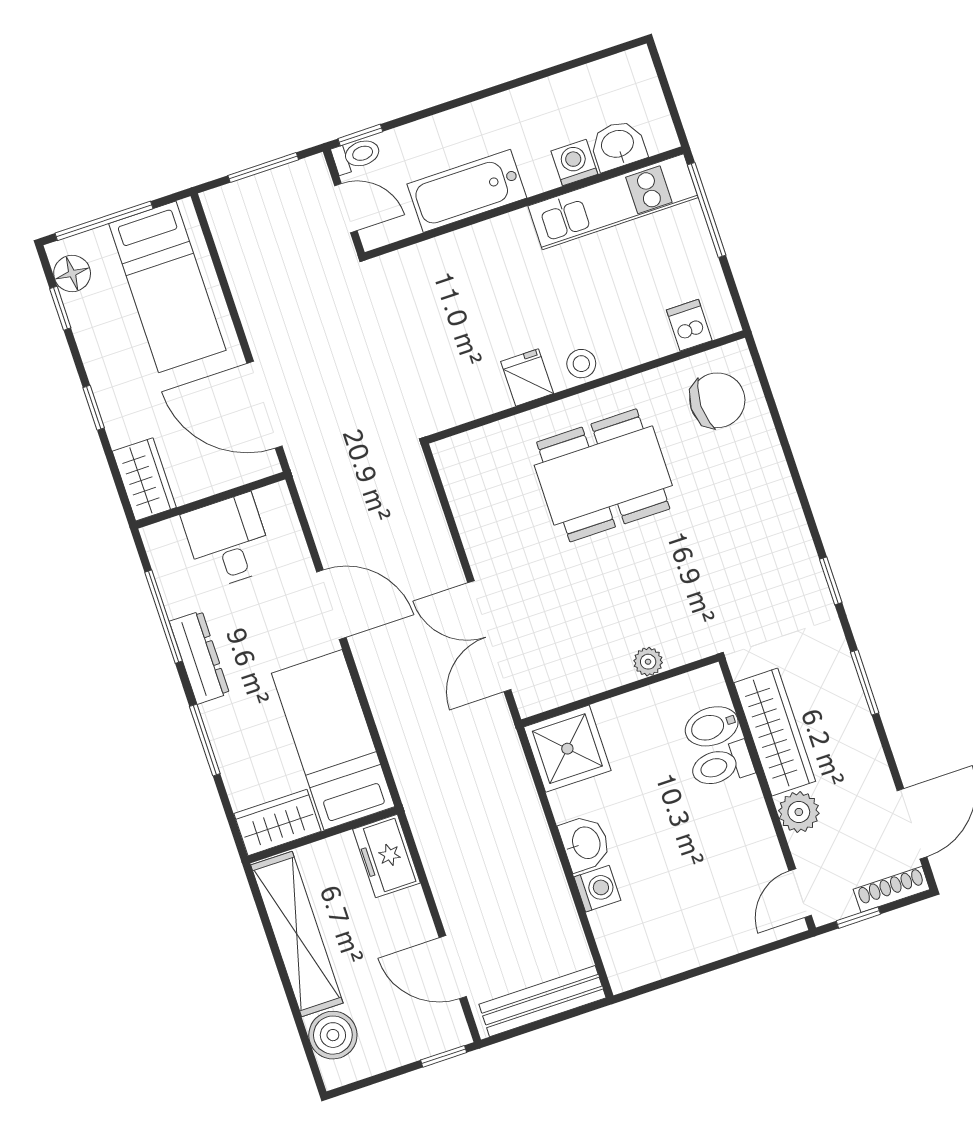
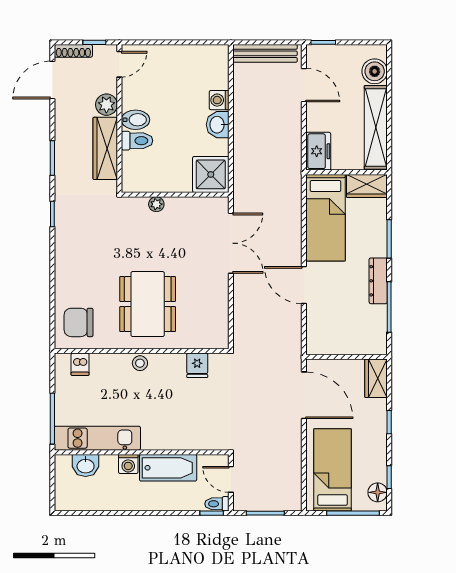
washing machine: (574, 163) -> (128, 464), moved
fridge: (527, 377) -> (197, 365), moved
dining table: (603, 475) -> (148, 304), turned 90
desk: (228, 541) -> (345, 334), removed
bidet: (712, 726) -> (135, 120), moved

